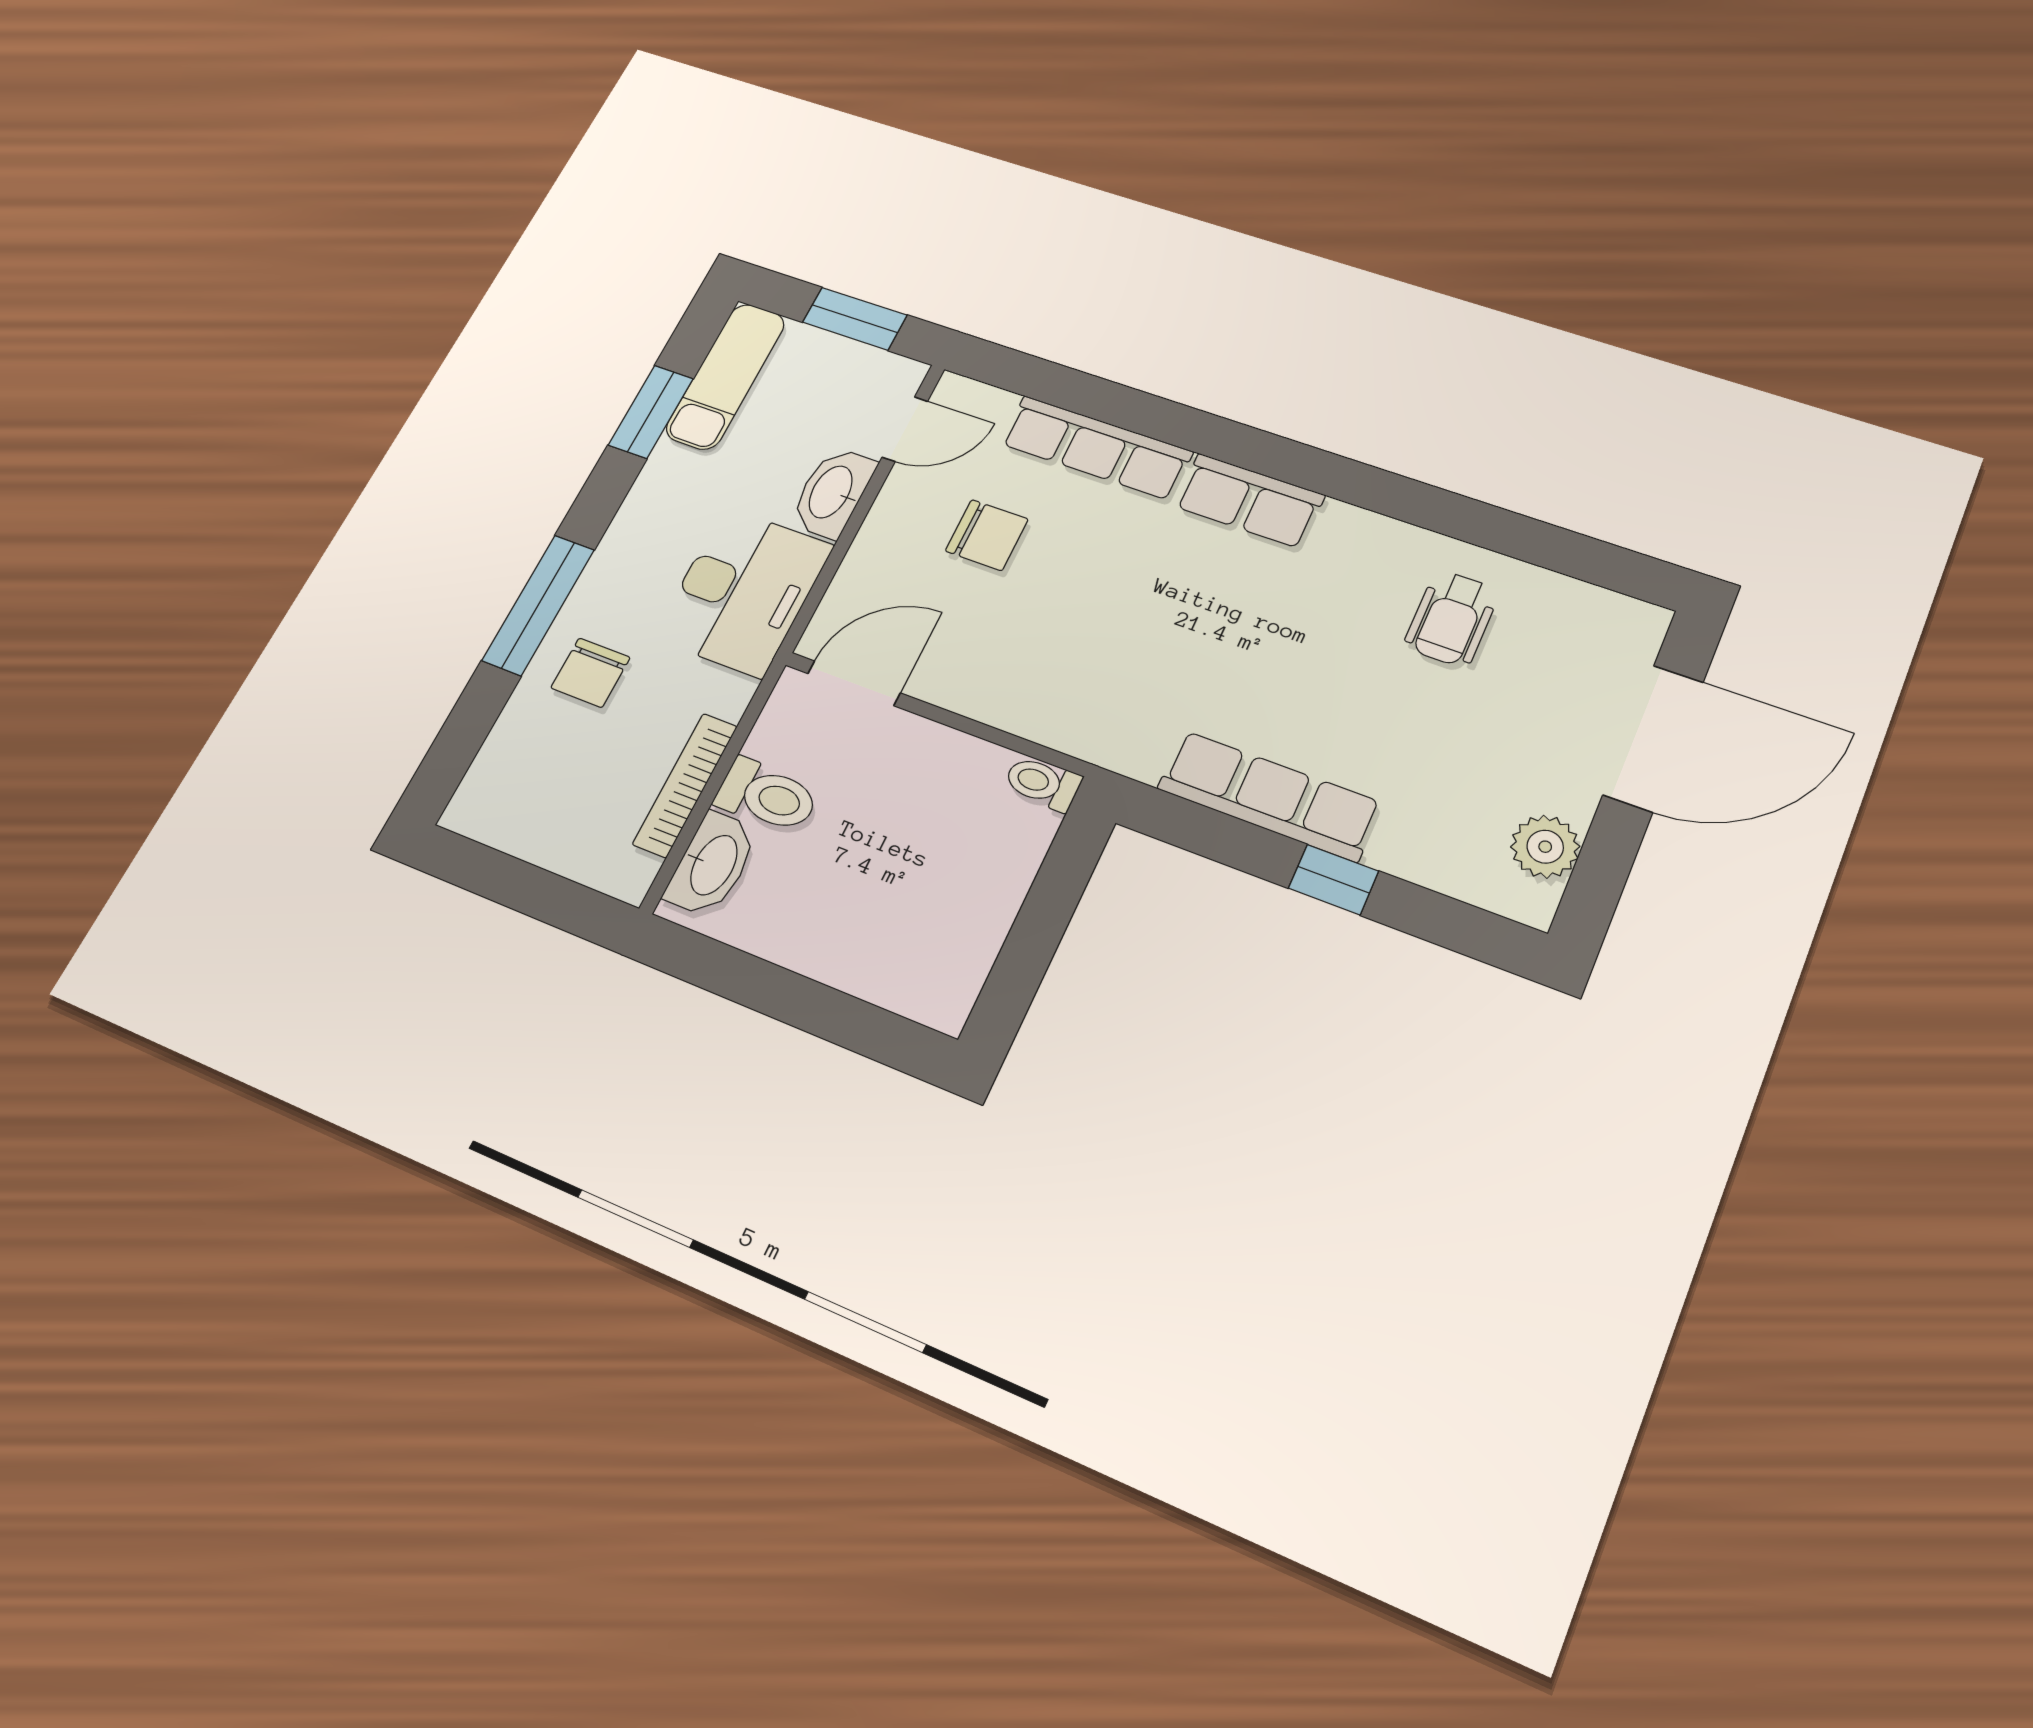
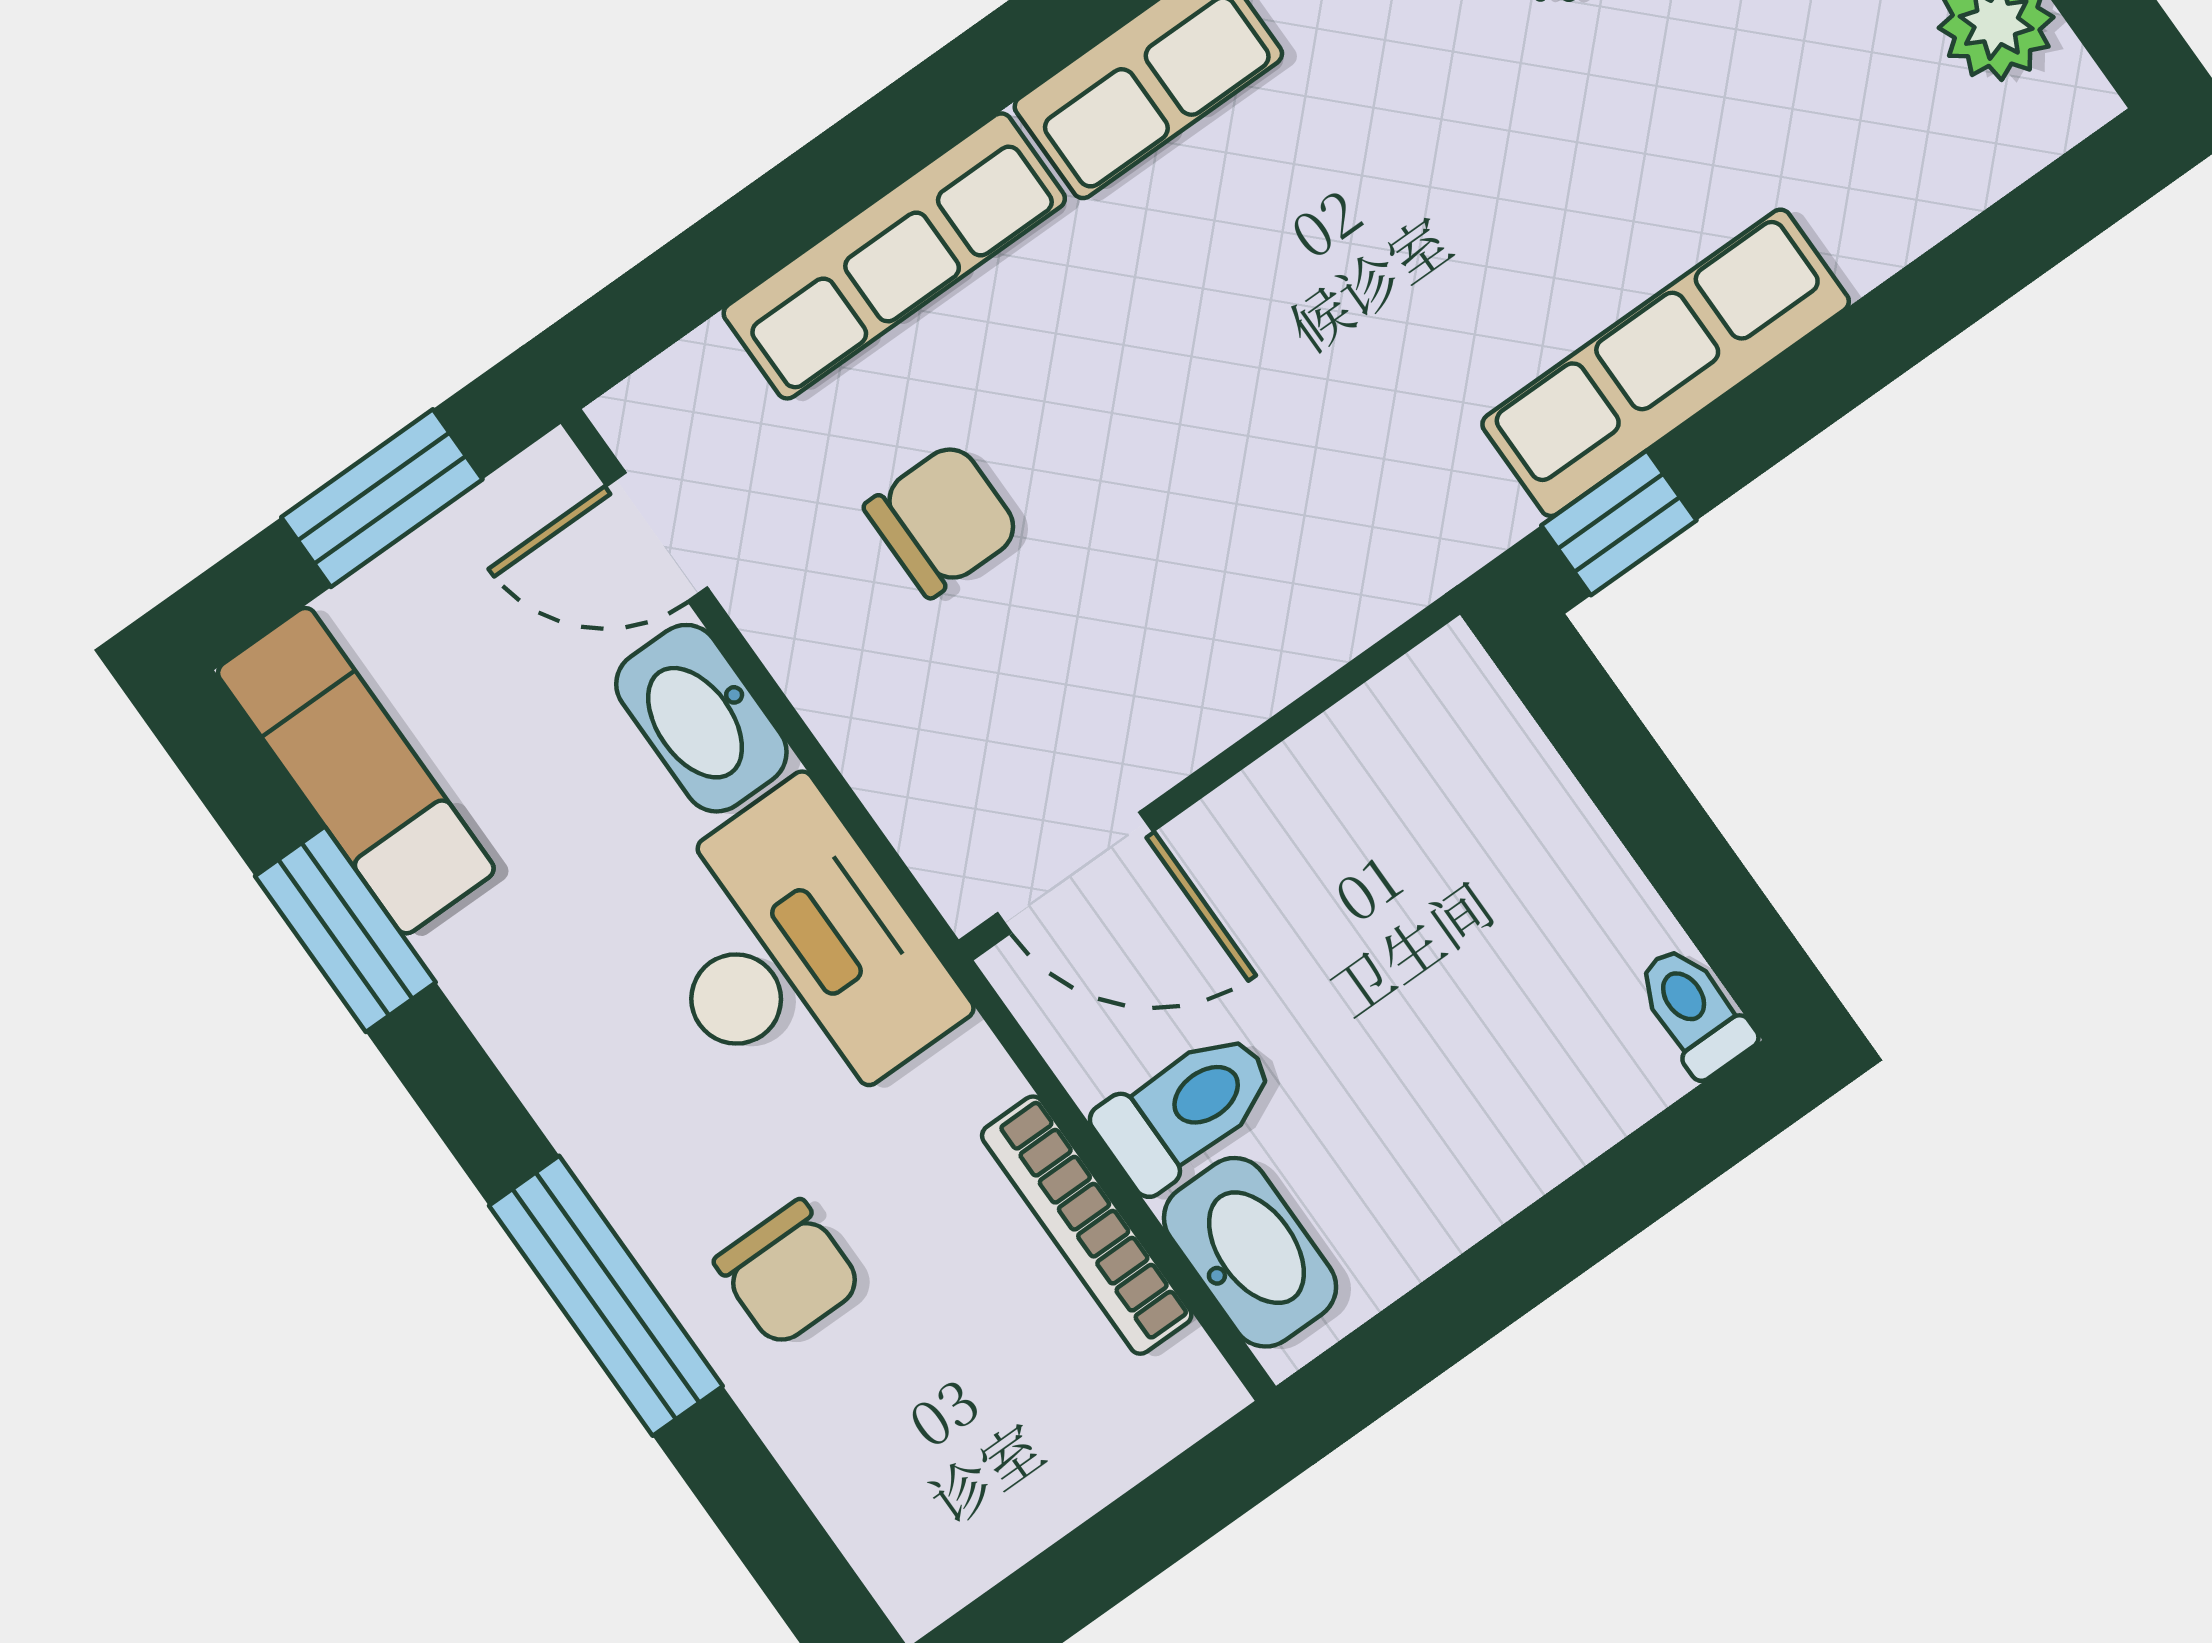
door: (905, 429) -> (657, 537), swing flipped
door: (854, 683) -> (1075, 872), swing flipped
toilet: (1042, 783) -> (1694, 1011), moved, turned 90
window: (1333, 880) -> (1619, 523), moved

